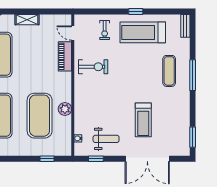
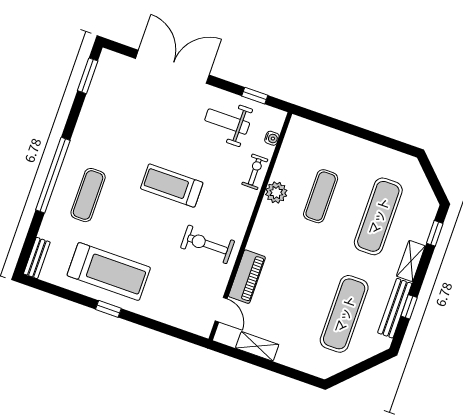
shelving: (27, 20) -> (257, 346), moved
exercise bike: (105, 30) -> (255, 172), moved
window: (193, 75) -> (53, 175), width x1.46
exercise mat: (40, 116) -> (321, 196), width x0.50, depth x0.69
treadmill: (143, 120) -> (172, 186), moved, turned -90
window: (47, 159) -> (333, 123), removed

